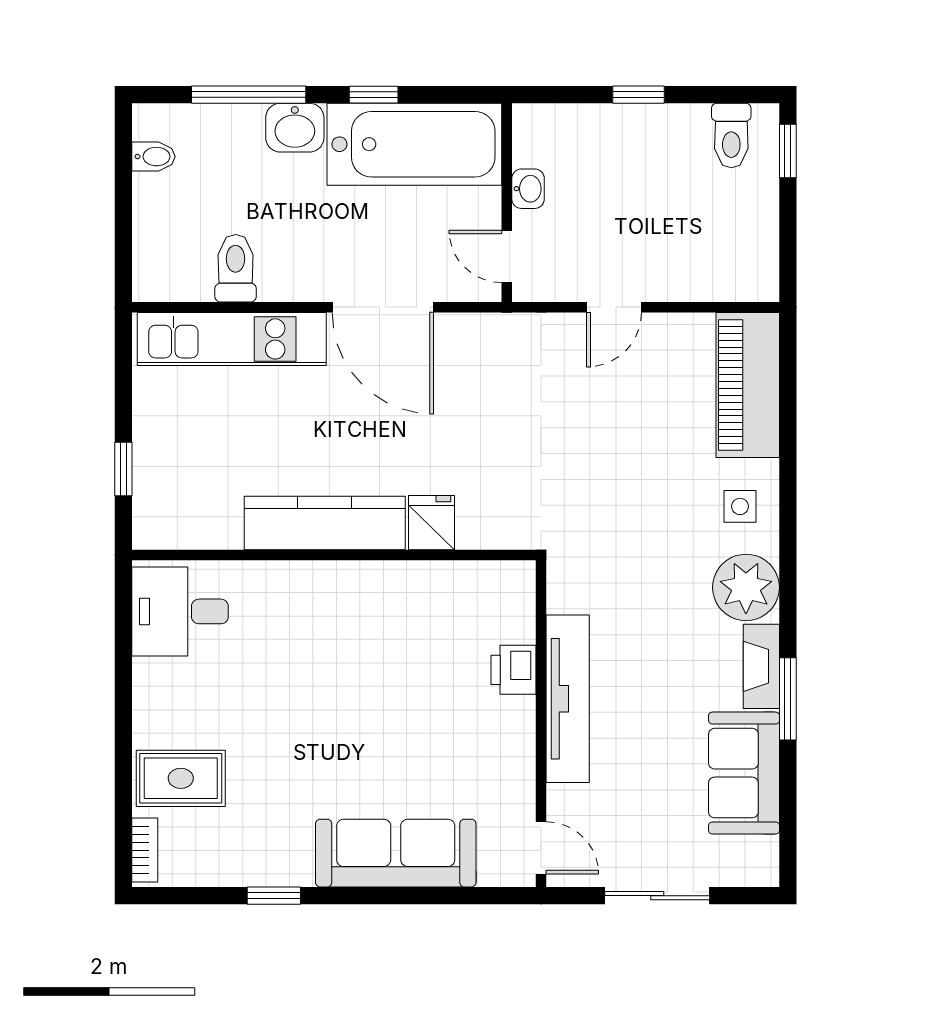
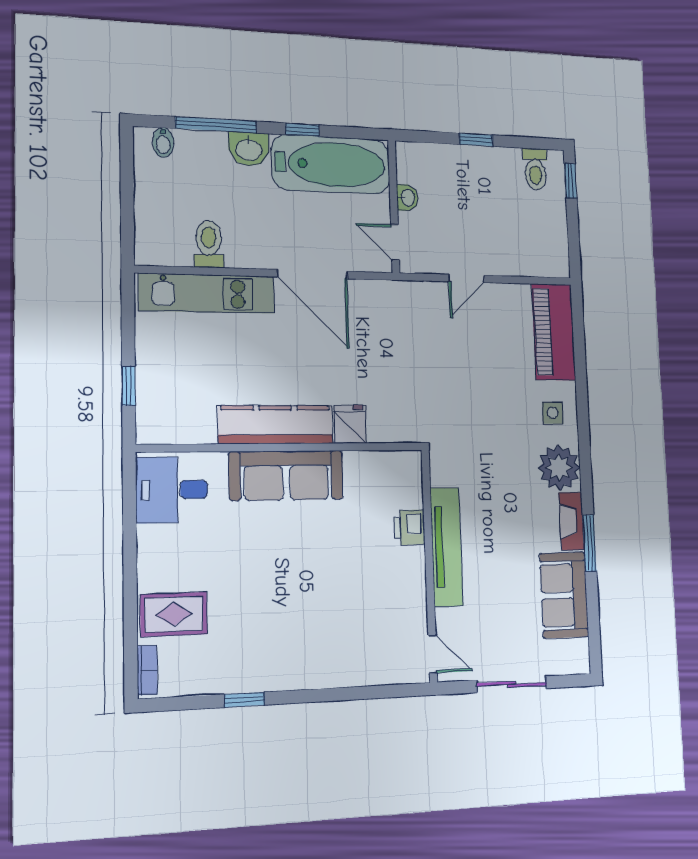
bidet: (153, 157) -> (163, 142), moved, turned 90
sofa: (396, 853) -> (286, 475), moved, turned 180

